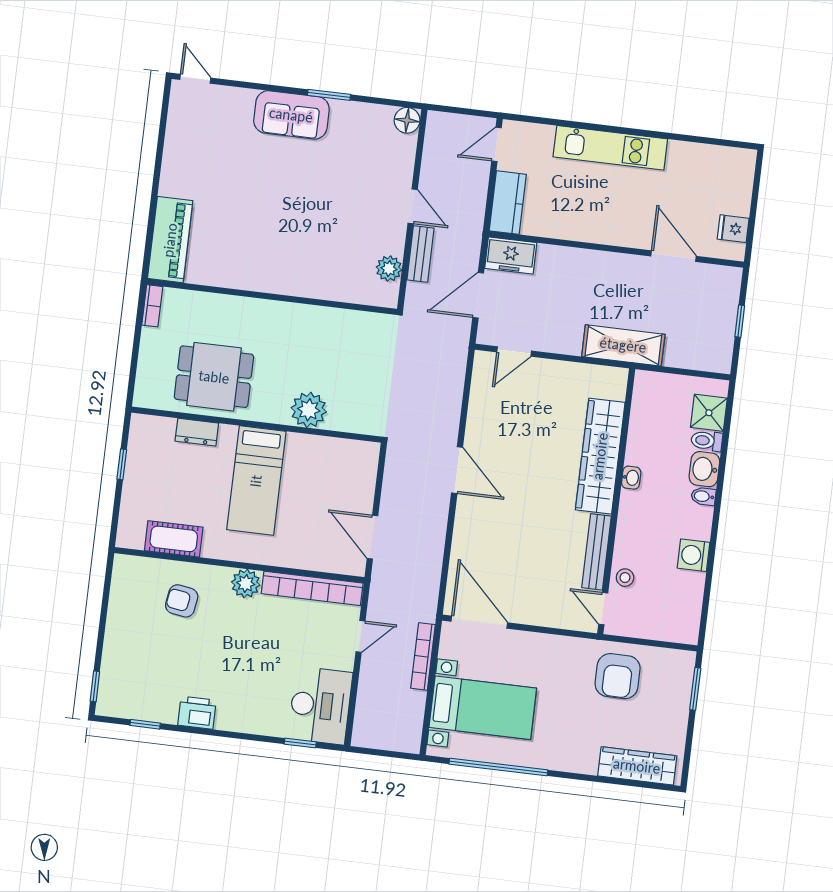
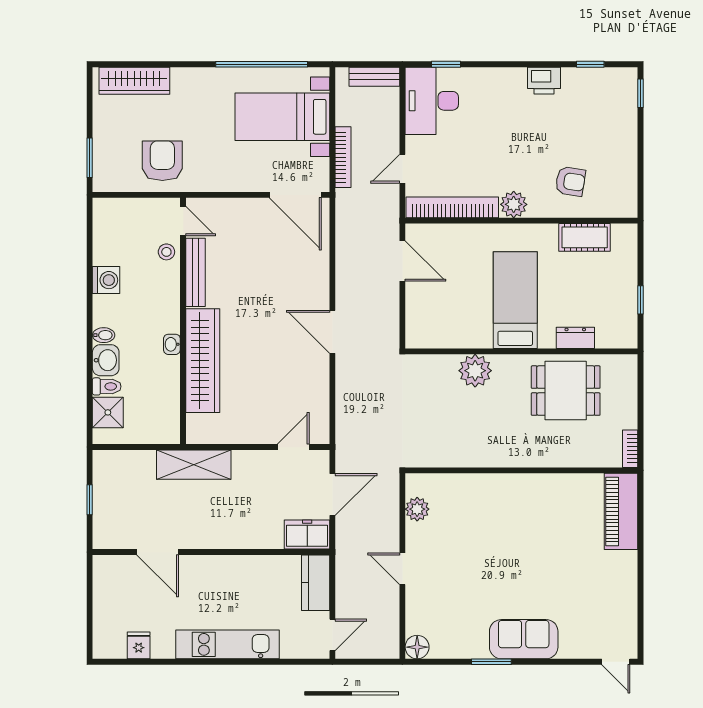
fridge: (733, 229) -> (139, 645), moved, turned -90
bench: (420, 254) -> (374, 77), moved, turned 90

